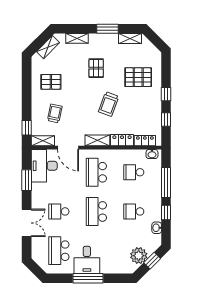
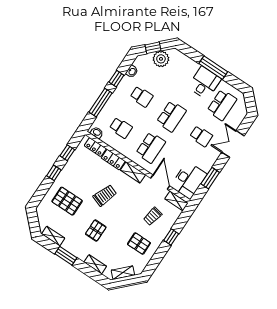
window: (27, 128) -> (171, 237), moved

